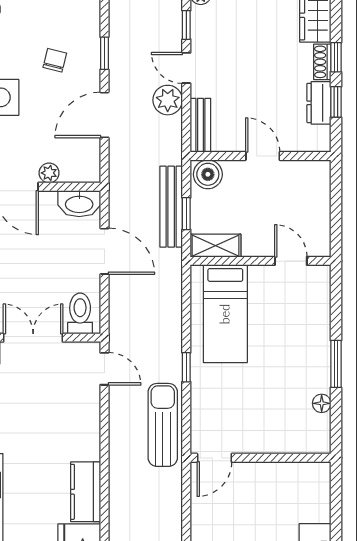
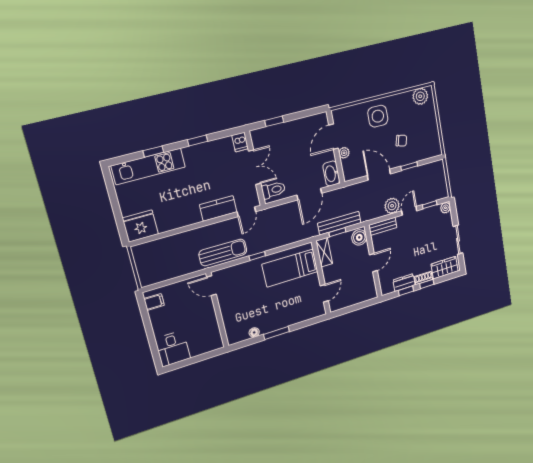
kitchen counter: (86, 492) -> (218, 208), moved

